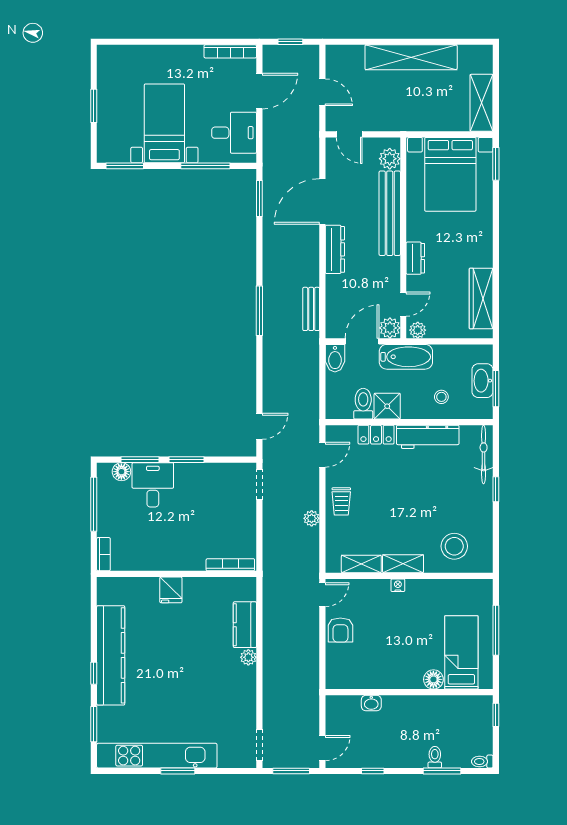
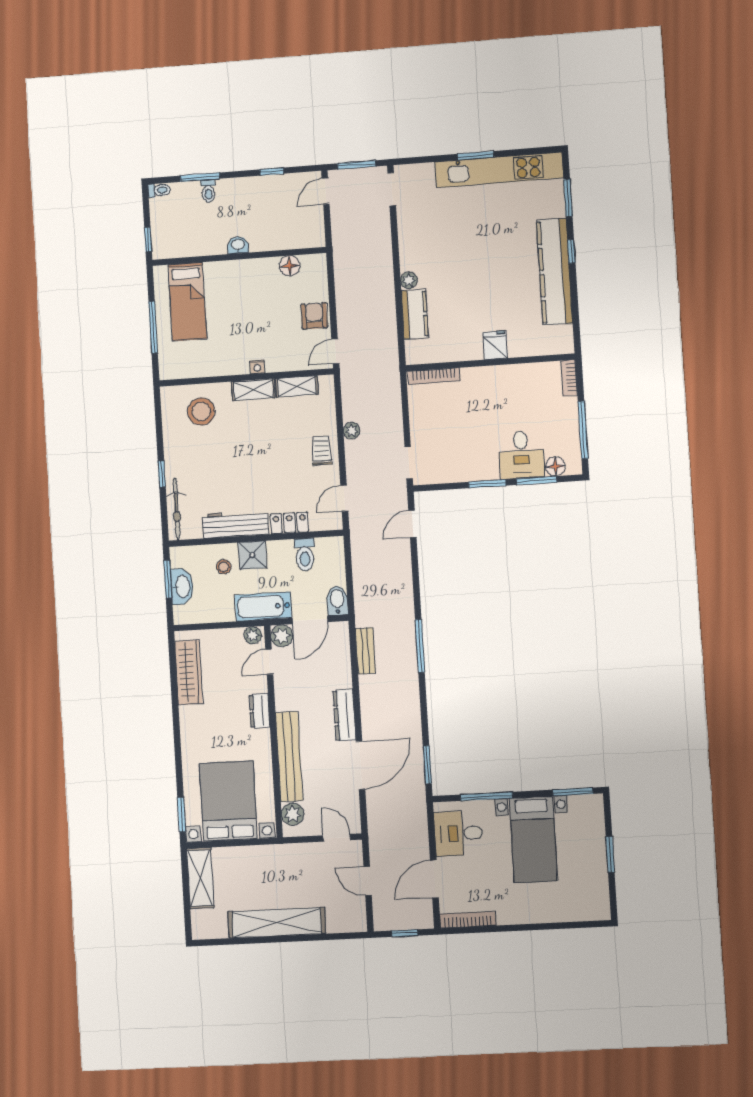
shower: (387, 406) -> (252, 555), moved
floor lamp: (433, 679) -> (290, 266), moved
washbasin: (371, 703) -> (238, 245), moved

